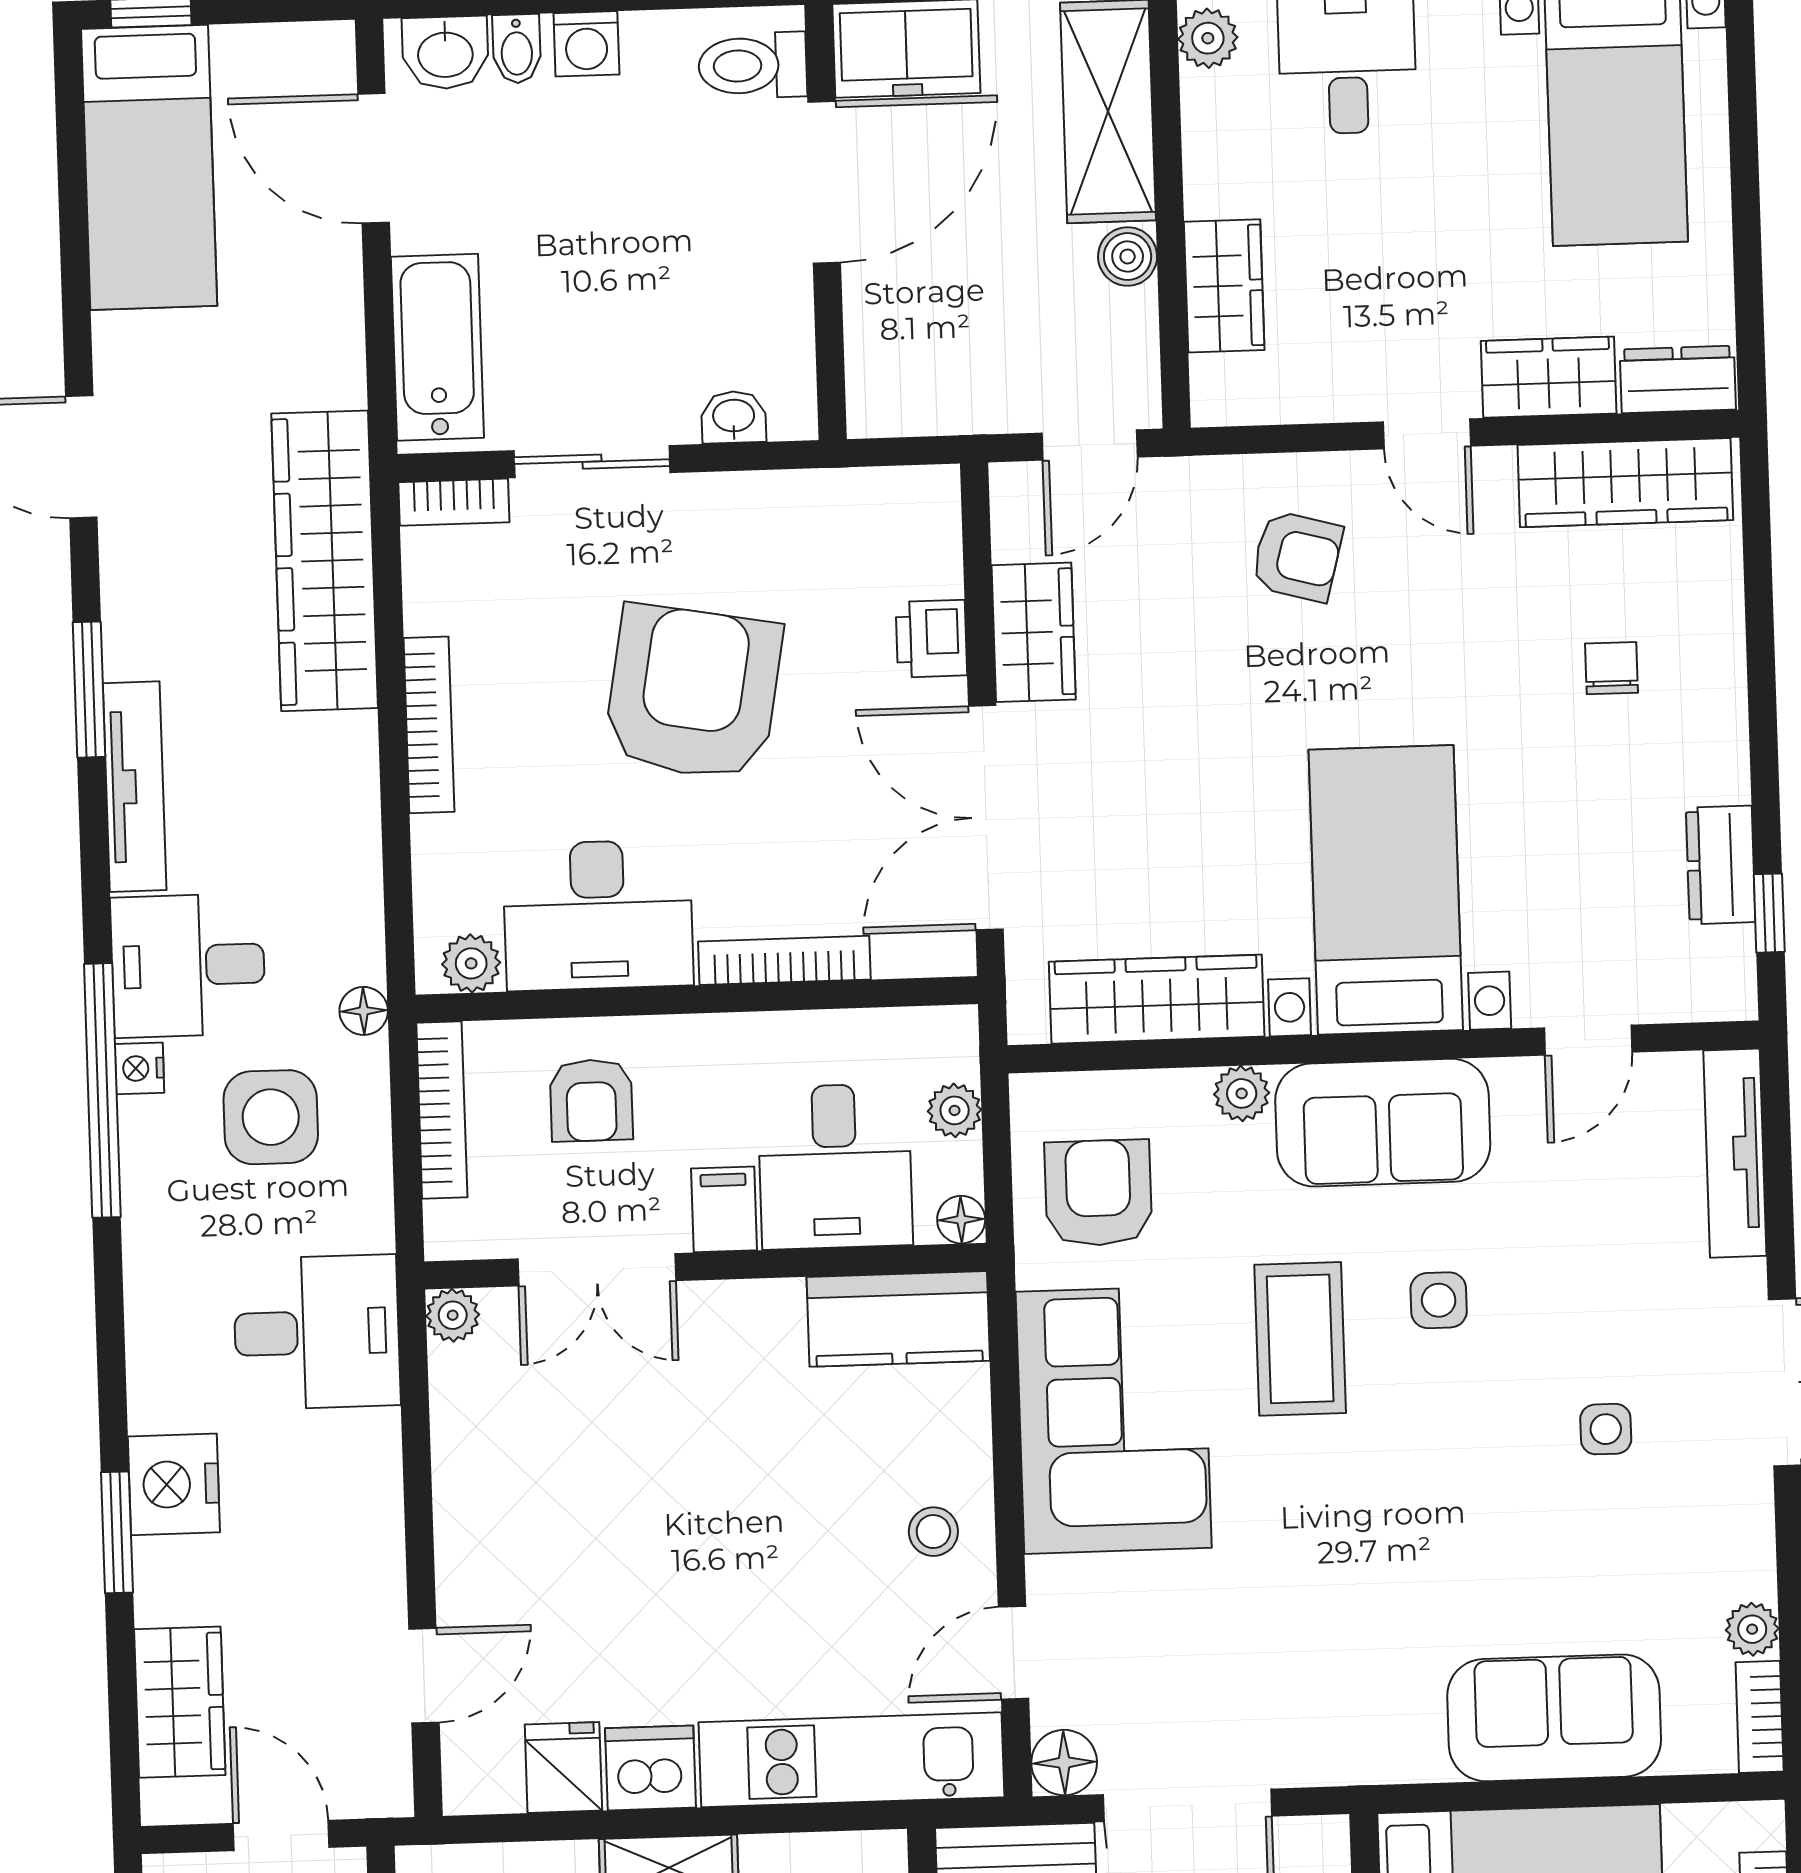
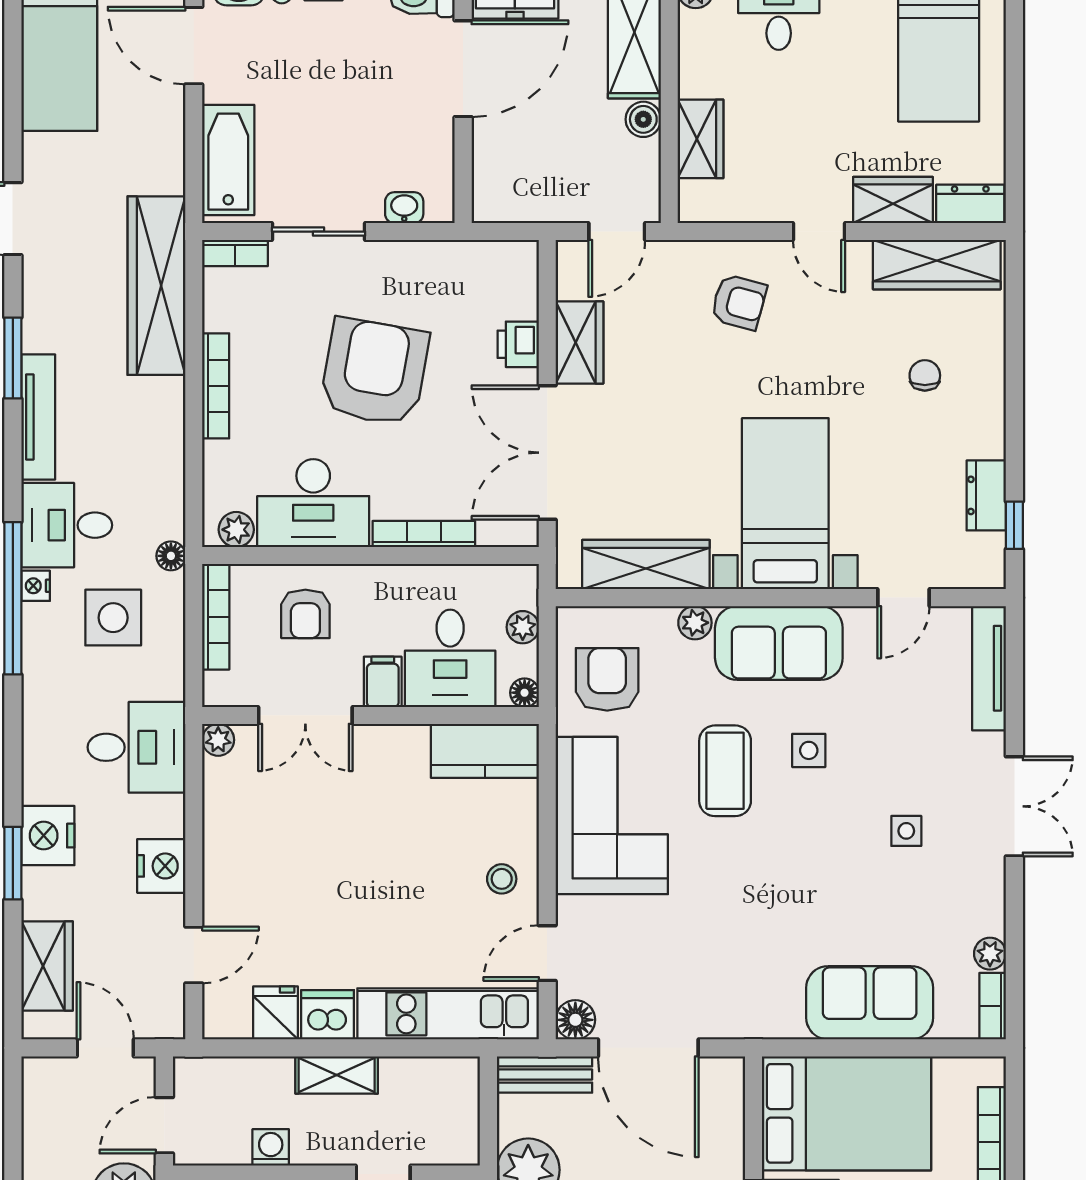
nightstand: (365, 1529) -> (161, 866), added

